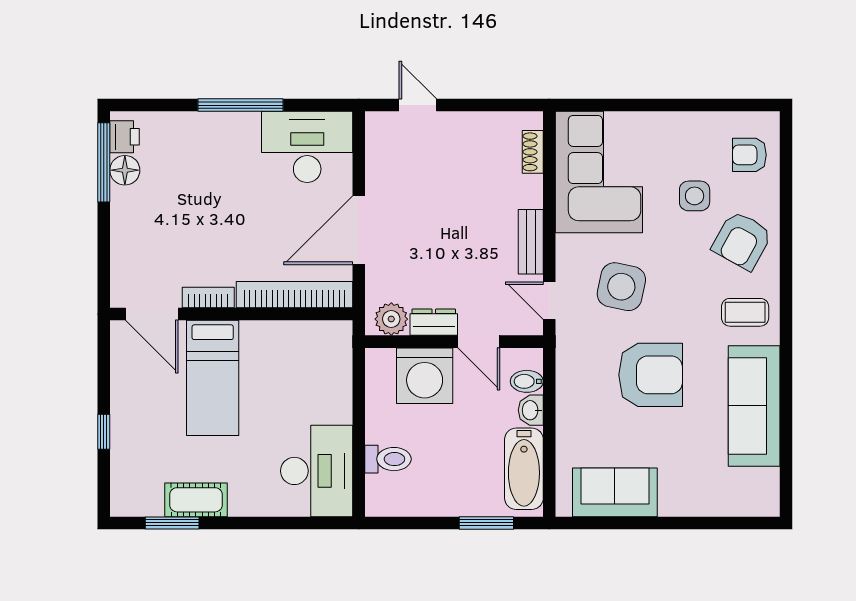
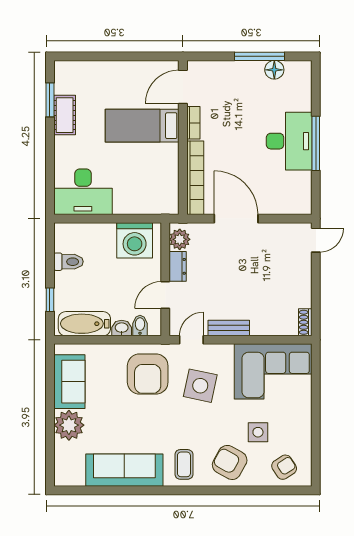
door: (418, 105) -> (316, 240), moved
printer: (125, 137) -> (296, 70), removed
desk: (307, 147) -> (289, 141), moved
shoe rack: (533, 152) -> (305, 322), moved, turned -90
armchair: (749, 155) -> (284, 467), turned 57
window: (104, 162) -> (259, 56), moved
armchair: (651, 375) -> (148, 374), moved
washing machine: (425, 376) -> (135, 240), moved, turned -90
window: (104, 432) -> (108, 56), removed
toilet: (388, 459) -> (68, 262), moved, turned -90
plant: (683, 493) -> (69, 425), added
window: (486, 523) -> (50, 300), width x0.67

